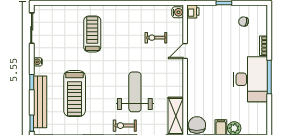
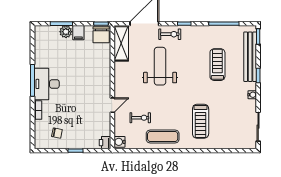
exercise mat: (132, 18) -> (163, 136), added
desk: (250, 79) -> (47, 84), width x0.73, depth x0.77
weight bench: (135, 92) -> (160, 66), turned 180
treadmill: (75, 94) -> (217, 65), width x0.73, depth x0.73

